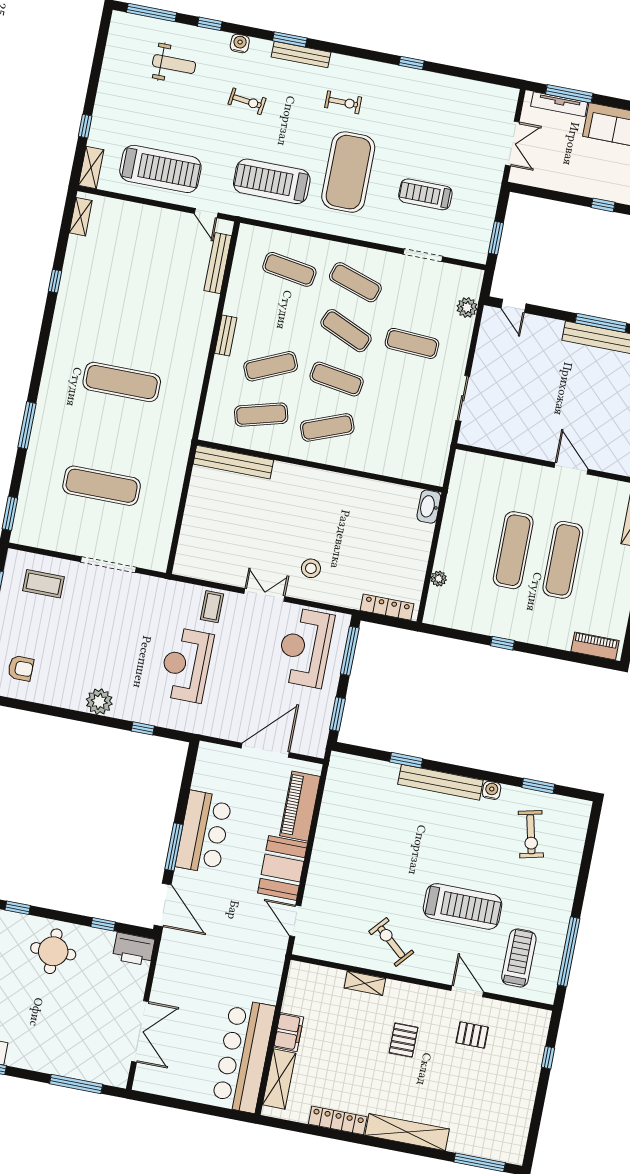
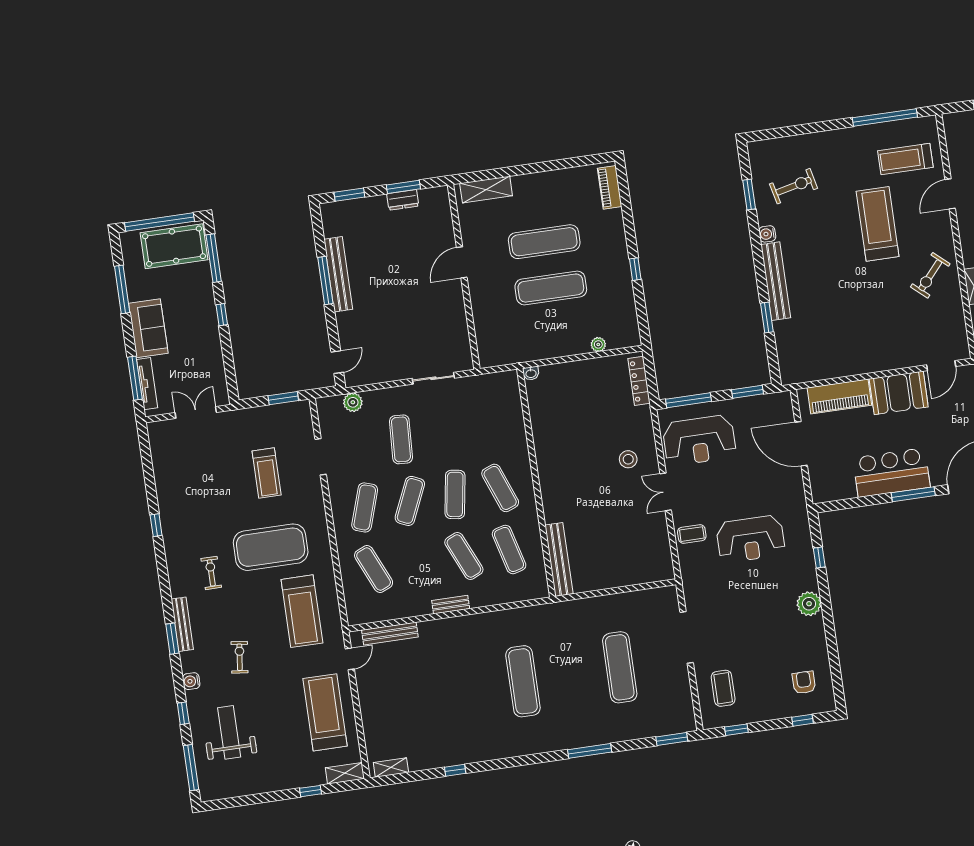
weight bench: (174, 64) -> (229, 732), width x1.36, depth x1.33
exercise mat: (289, 269) -> (374, 569), turned -33
washbasin: (429, 507) -> (531, 373), width x0.52, depth x0.69

